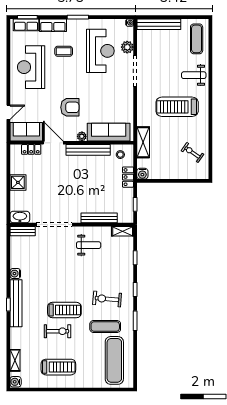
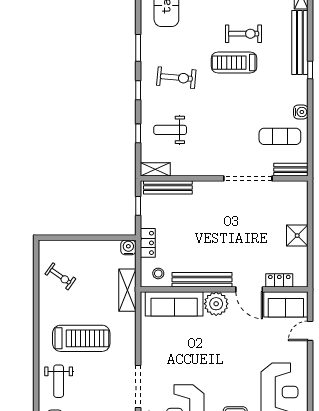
weight bench: (194, 75) -> (59, 381), turned 90
armchair: (70, 107) -> (227, 338), removed
plant: (82, 136) -> (216, 304), width x1.87, depth x1.87
washbasin: (20, 217) -> (295, 189), removed
bench: (99, 218) -> (168, 187), moved
weight bench: (89, 245) -> (170, 130), moved
bench: (16, 303) -> (300, 43), moved
exercise mat: (105, 327) -> (280, 136), moved
exercise bike: (57, 331) -> (244, 34), turned 180

